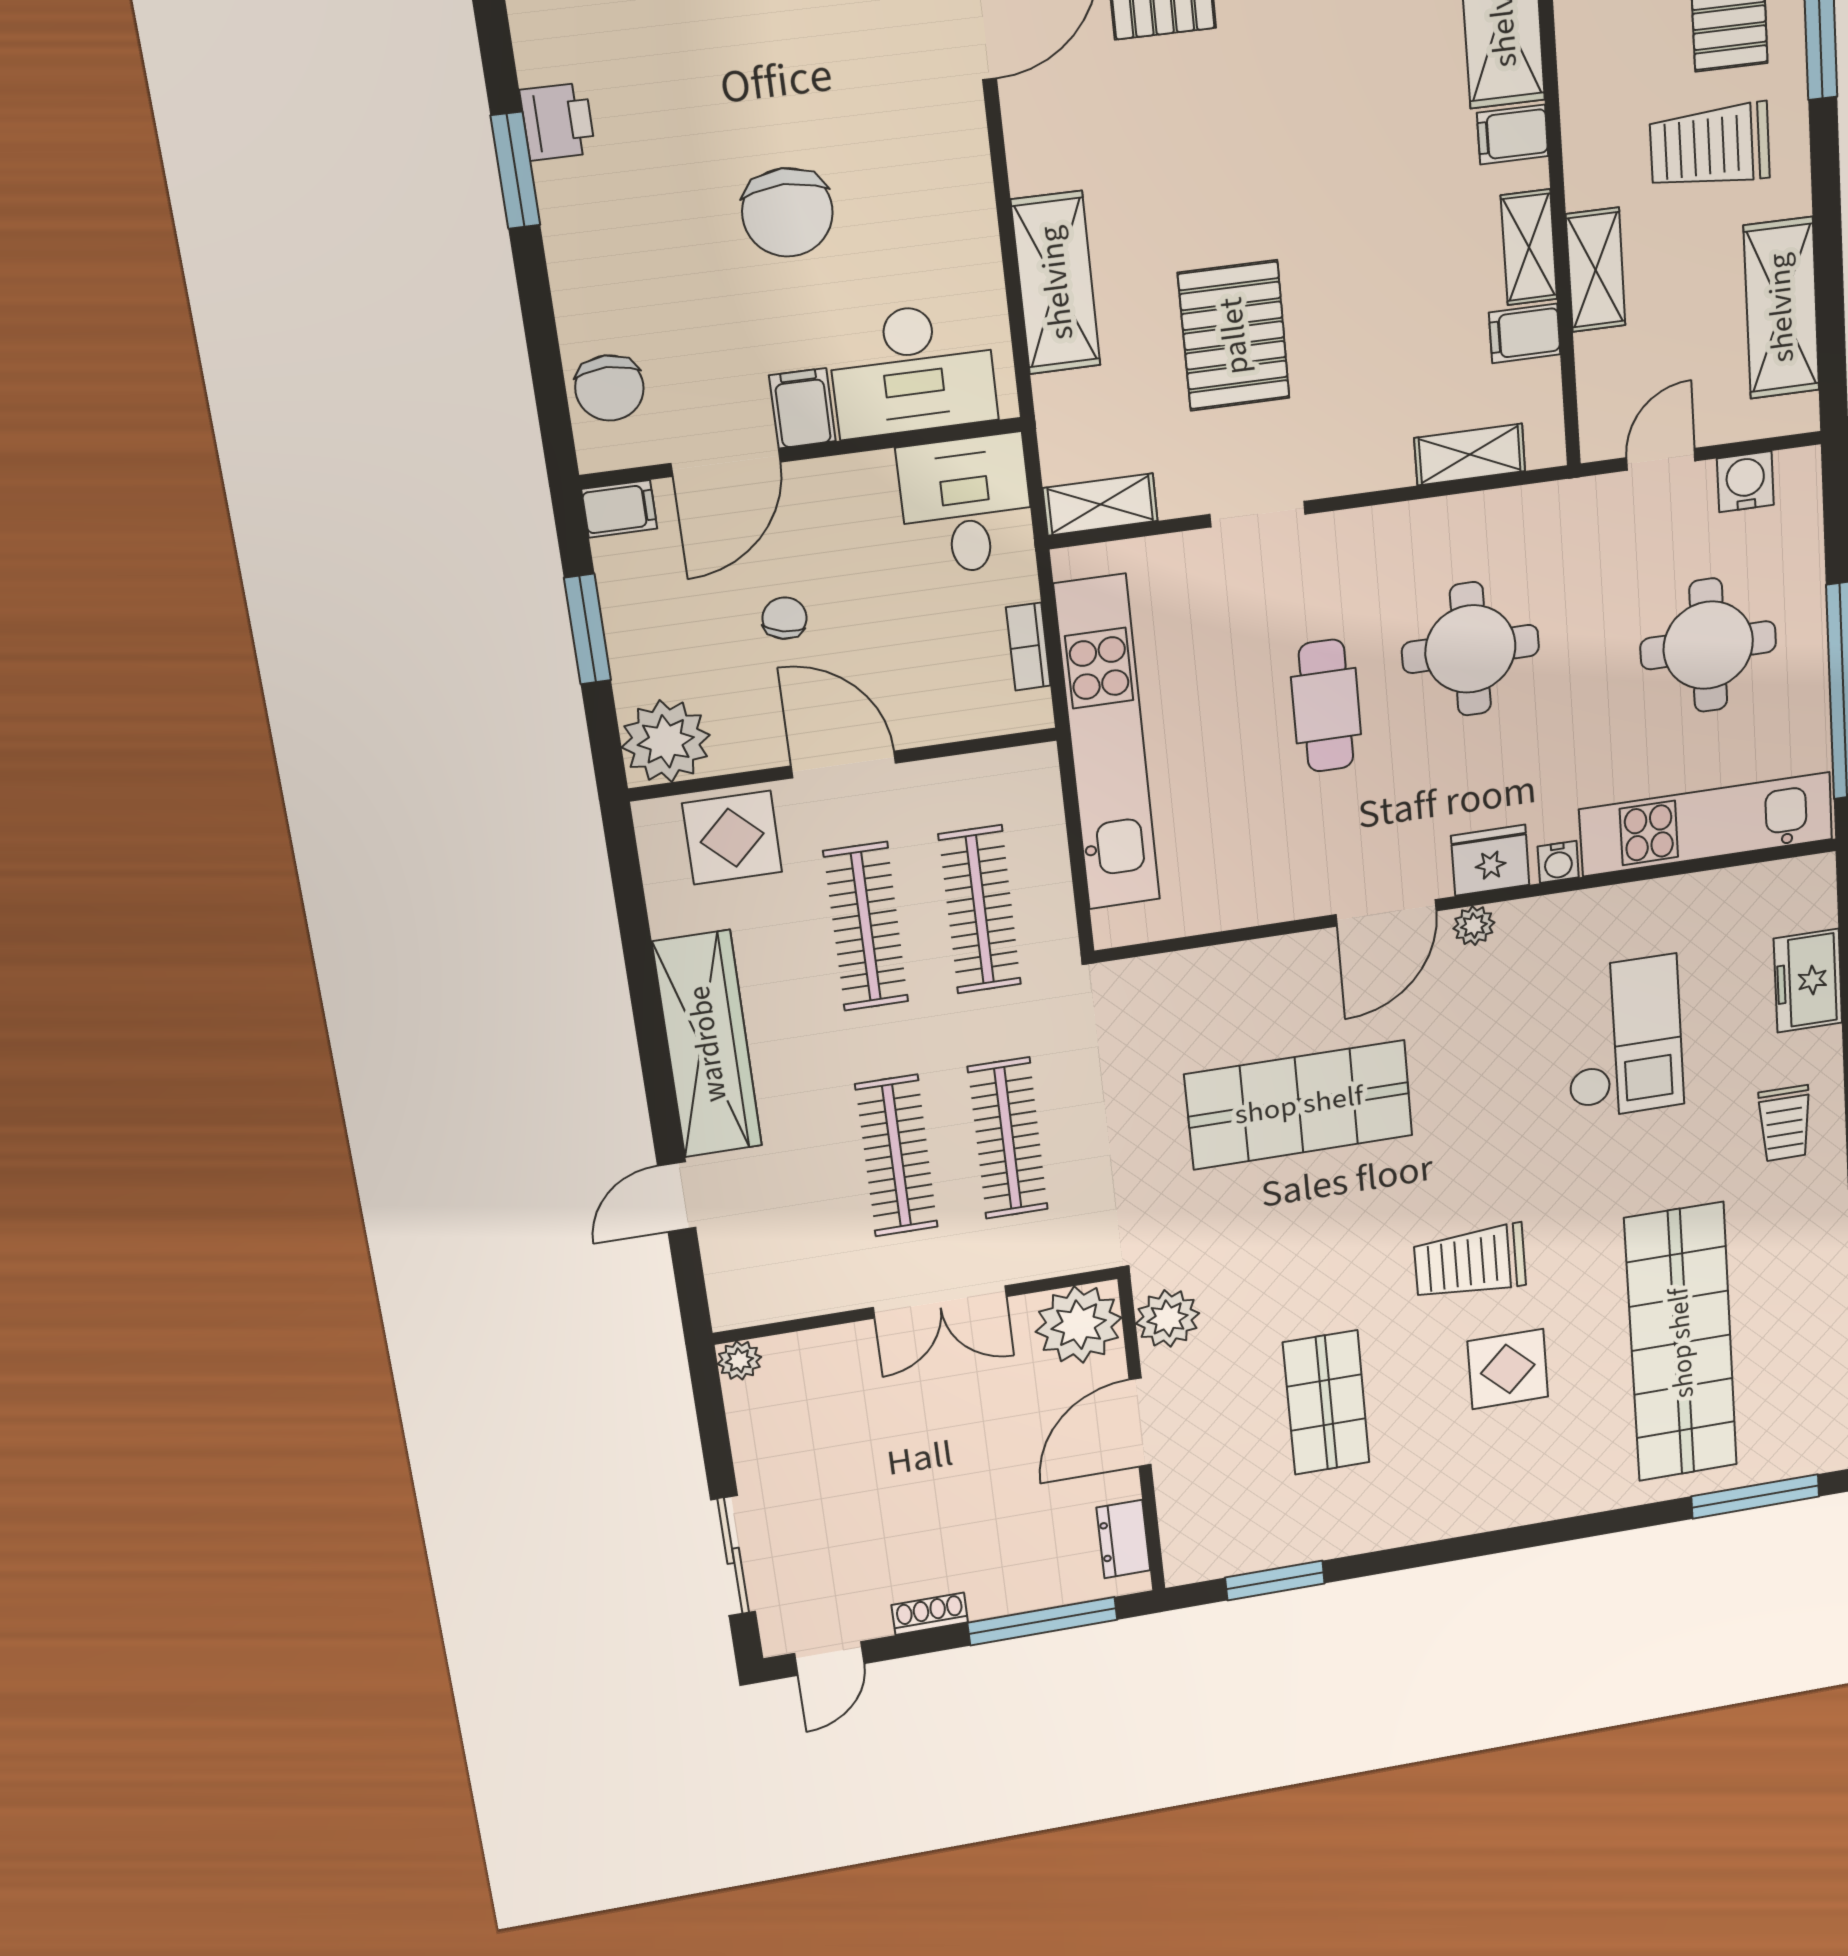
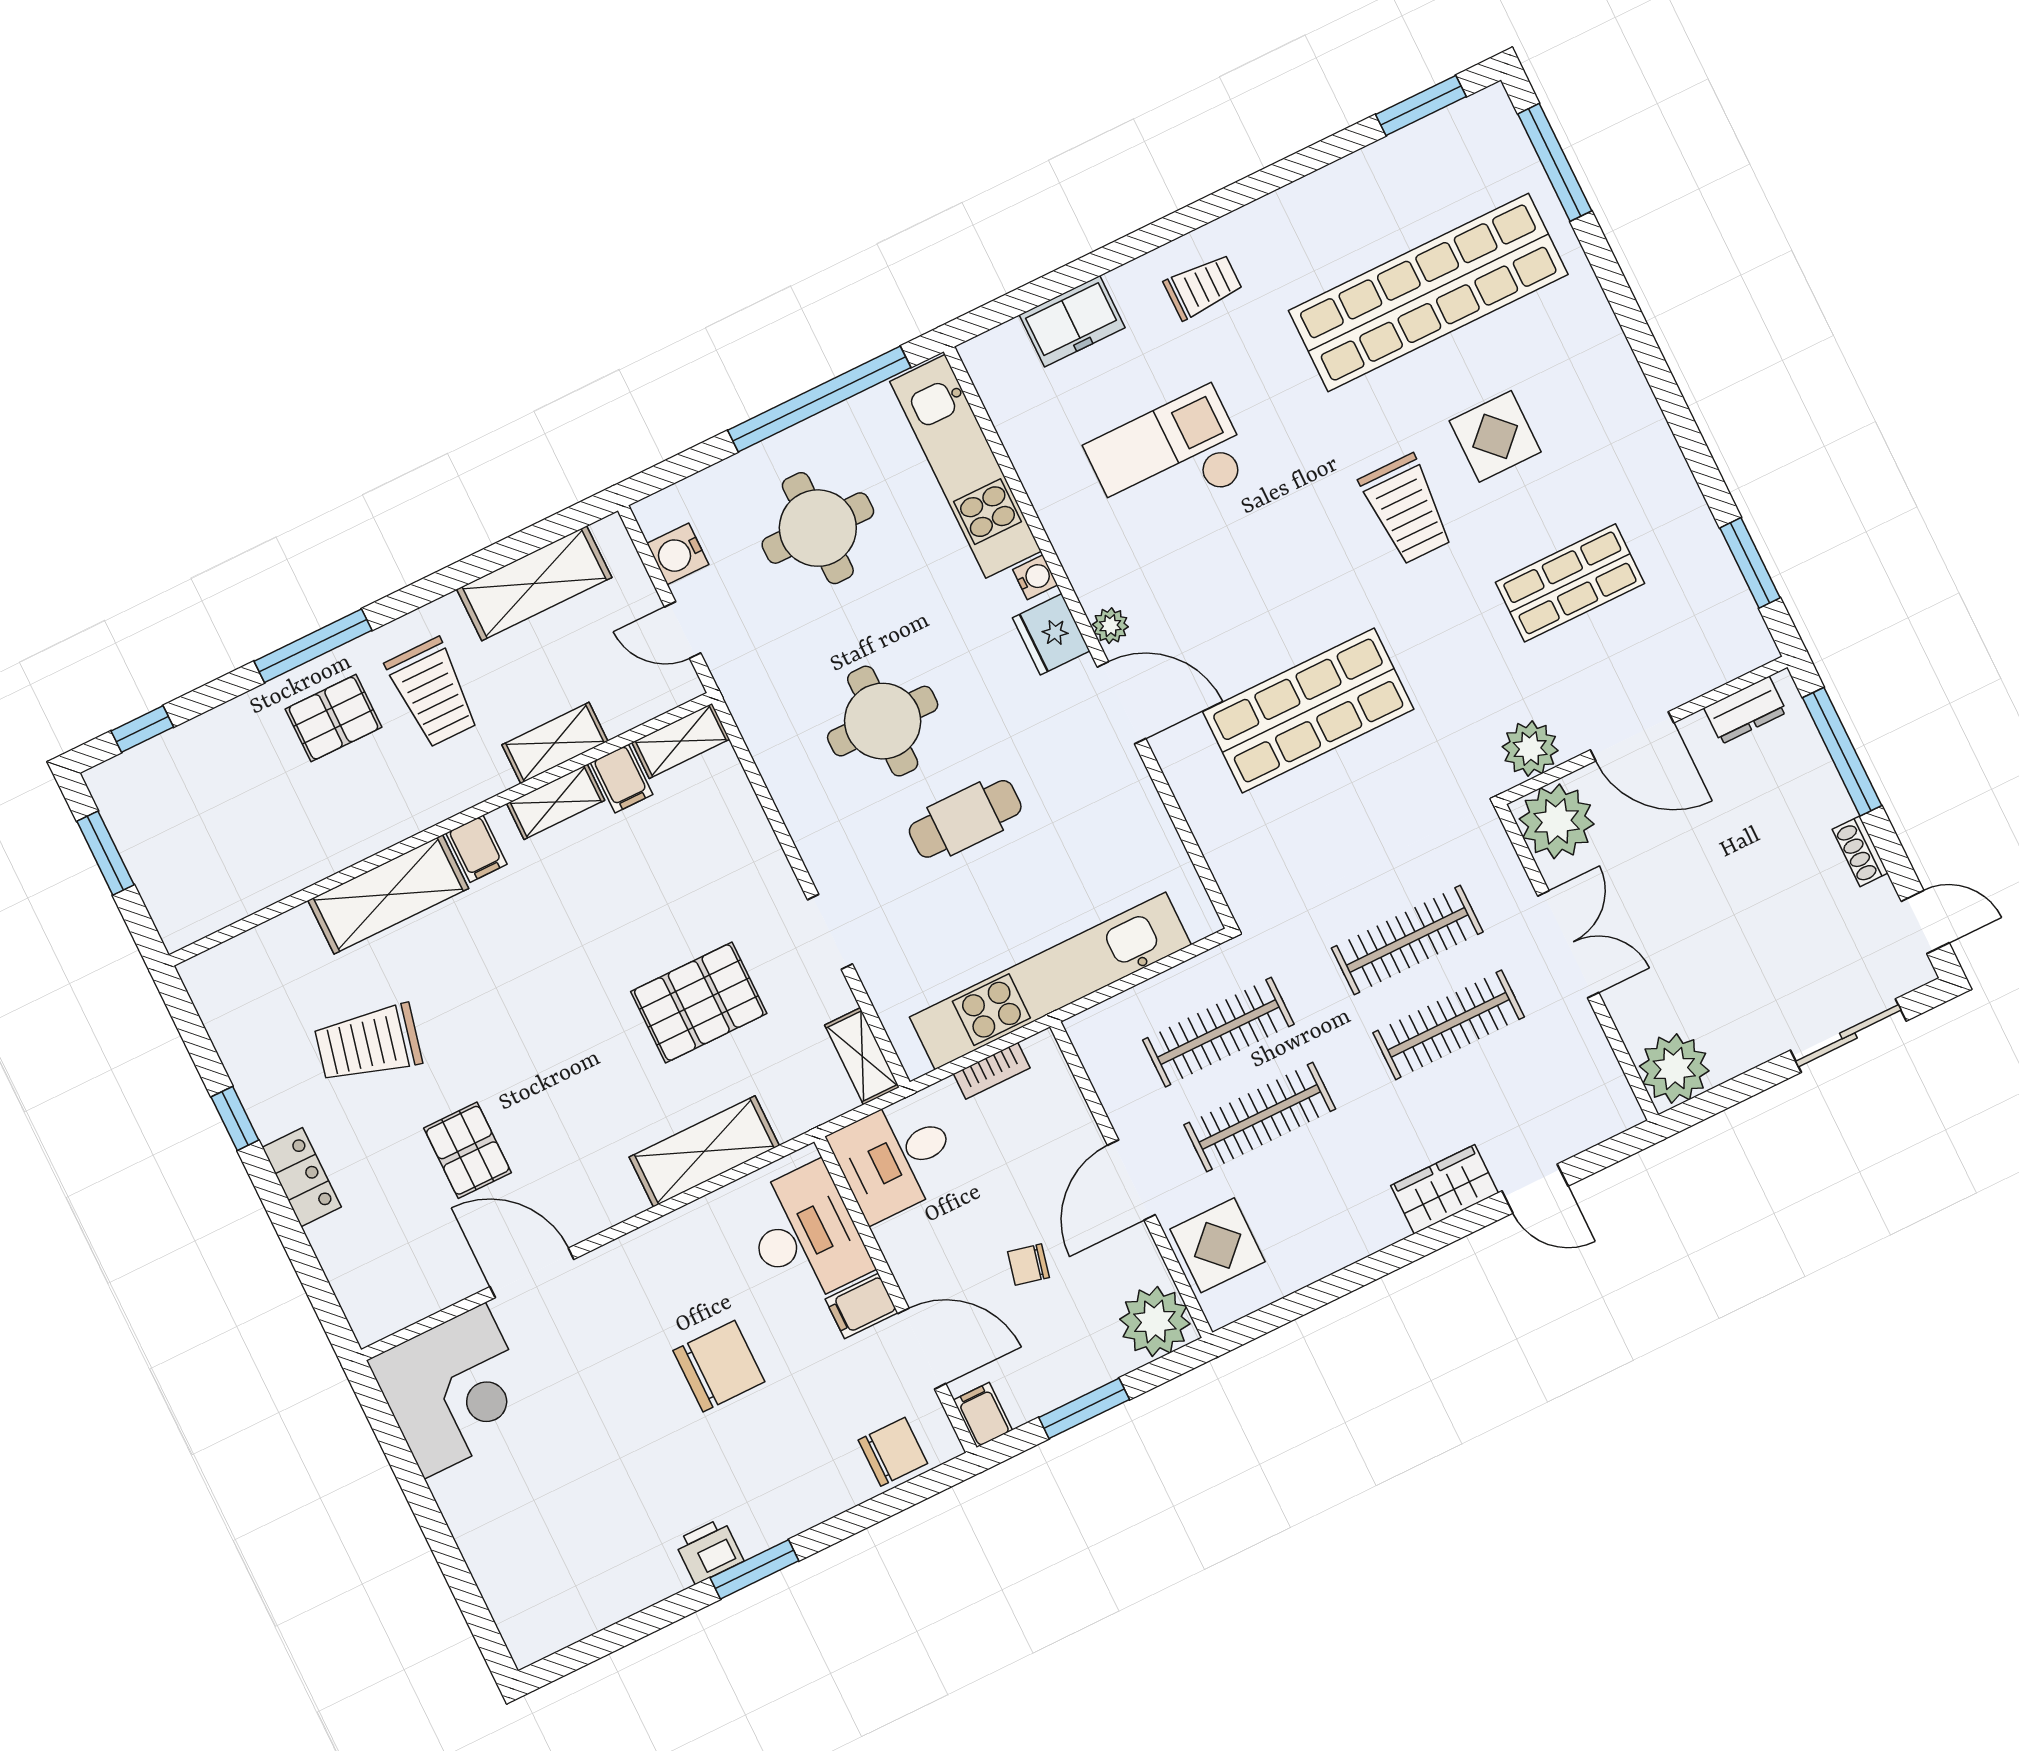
shelving: (1470, 454) -> (681, 741), moved, turned 90
wardrobe: (707, 1044) -> (1444, 1189), width x0.48, depth x0.85
shop shelf: (1299, 1105) -> (1308, 711), turned 90
plant: (739, 1360) -> (1674, 1069), width x1.87, depth x1.87

